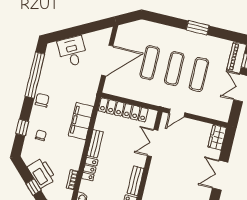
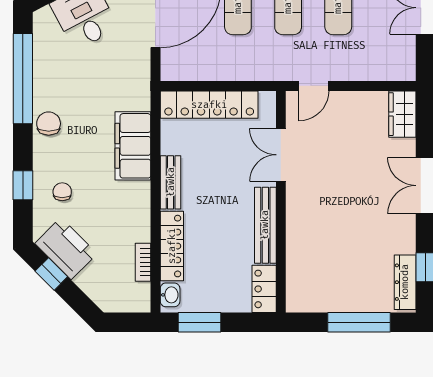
locker: (90, 169) -> (172, 246), width x1.53
printer: (42, 173) -> (66, 249), moved
bench: (136, 181) -> (265, 225), width x1.36
window: (33, 187) -> (51, 274), moved

